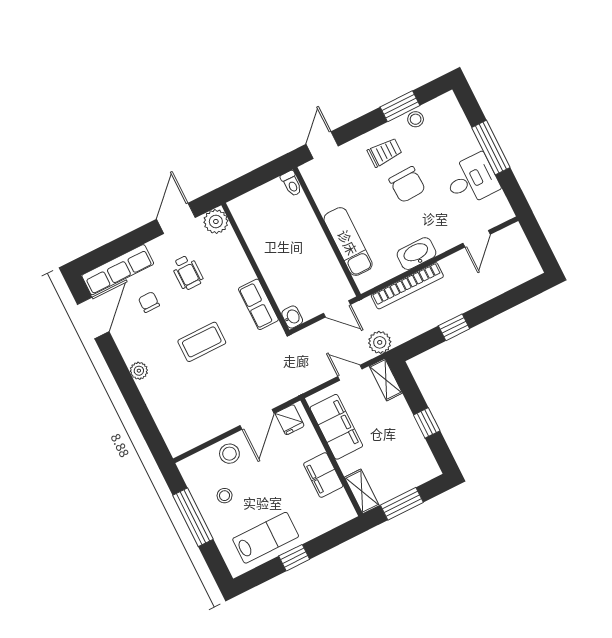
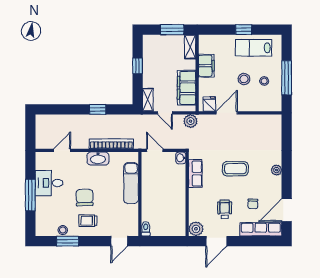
plant: (380, 342) -> (191, 121), moved
stool: (229, 454) -> (244, 79), moved

